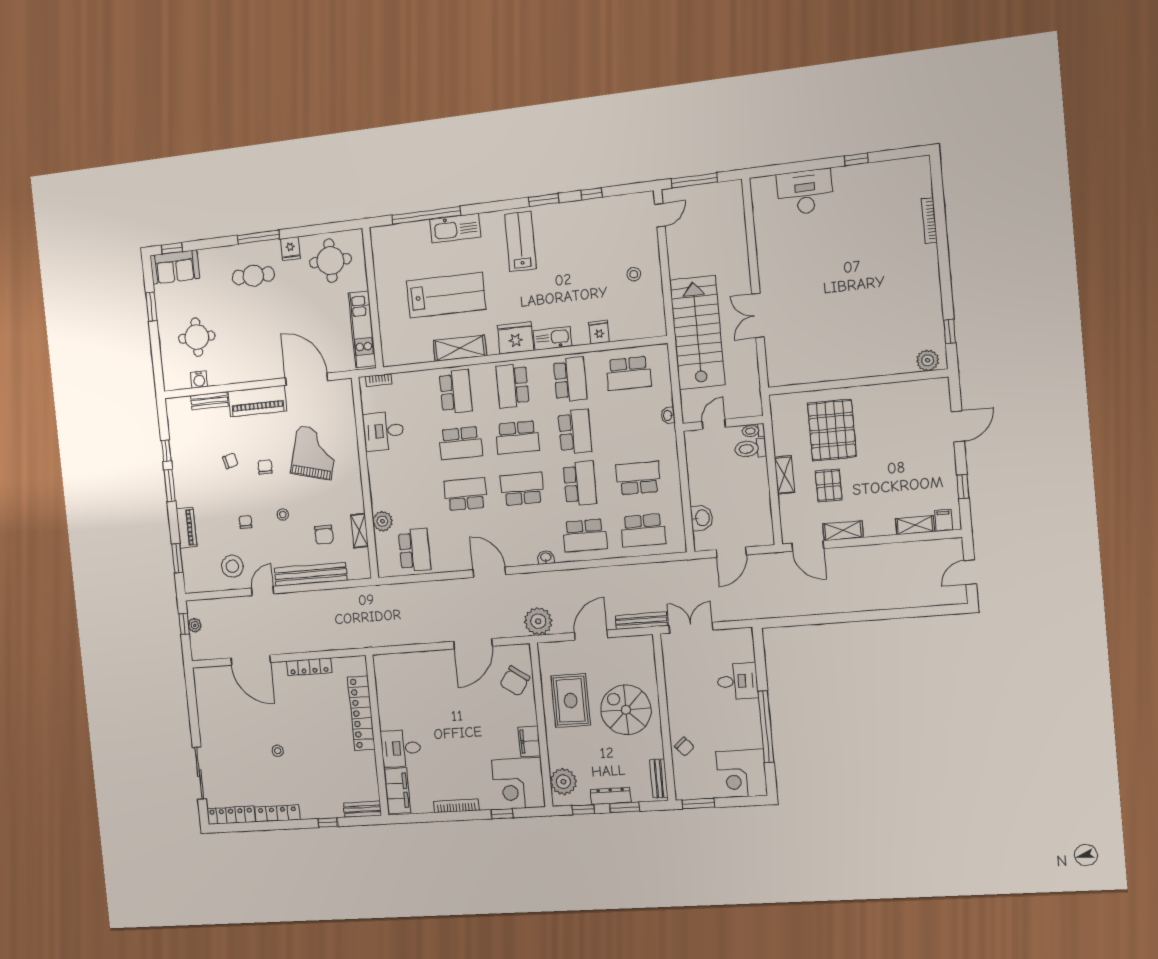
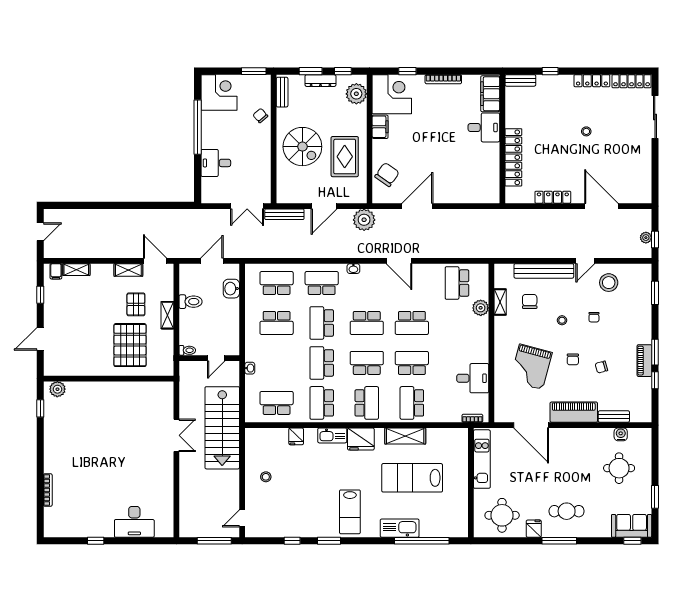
toilet: (751, 448) -> (191, 302), moved
piano: (186, 528) -> (644, 361), moved

